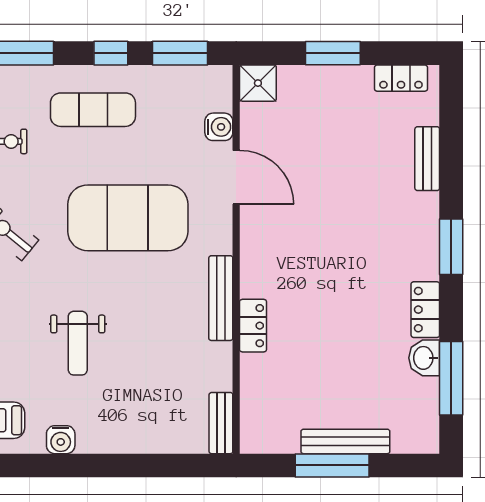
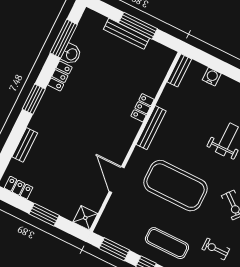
water cooler: (219, 127) -> (212, 77), moved, turned 90

